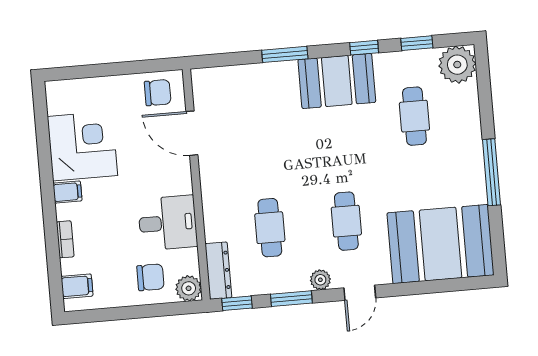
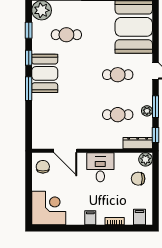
window: (285, 54) -> (29, 89), moved
door: (192, 133) -> (65, 151), hinge flipped
corner desk: (82, 146) -> (49, 208), moved, turned 90
desk: (168, 223) -> (100, 167), moved
chair: (150, 277) -> (138, 179), turned -90
plant: (320, 280) -> (147, 111), moved

